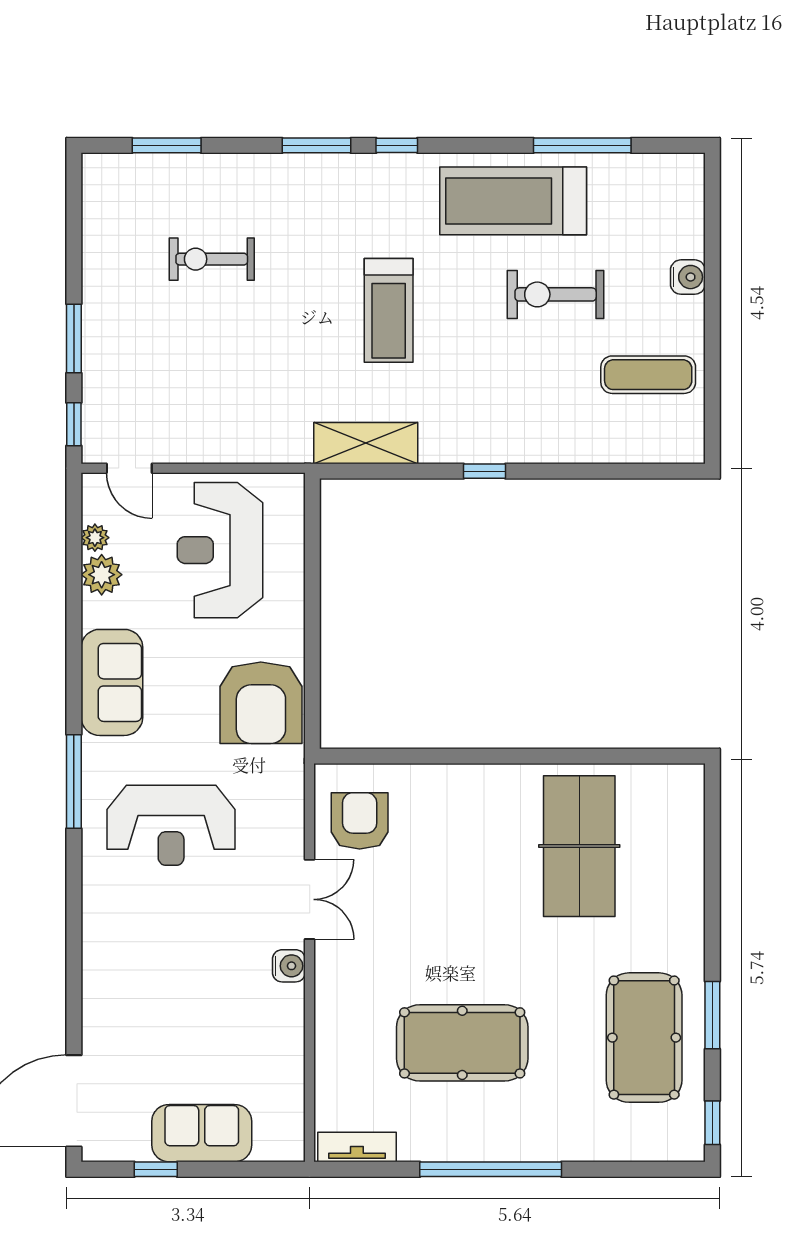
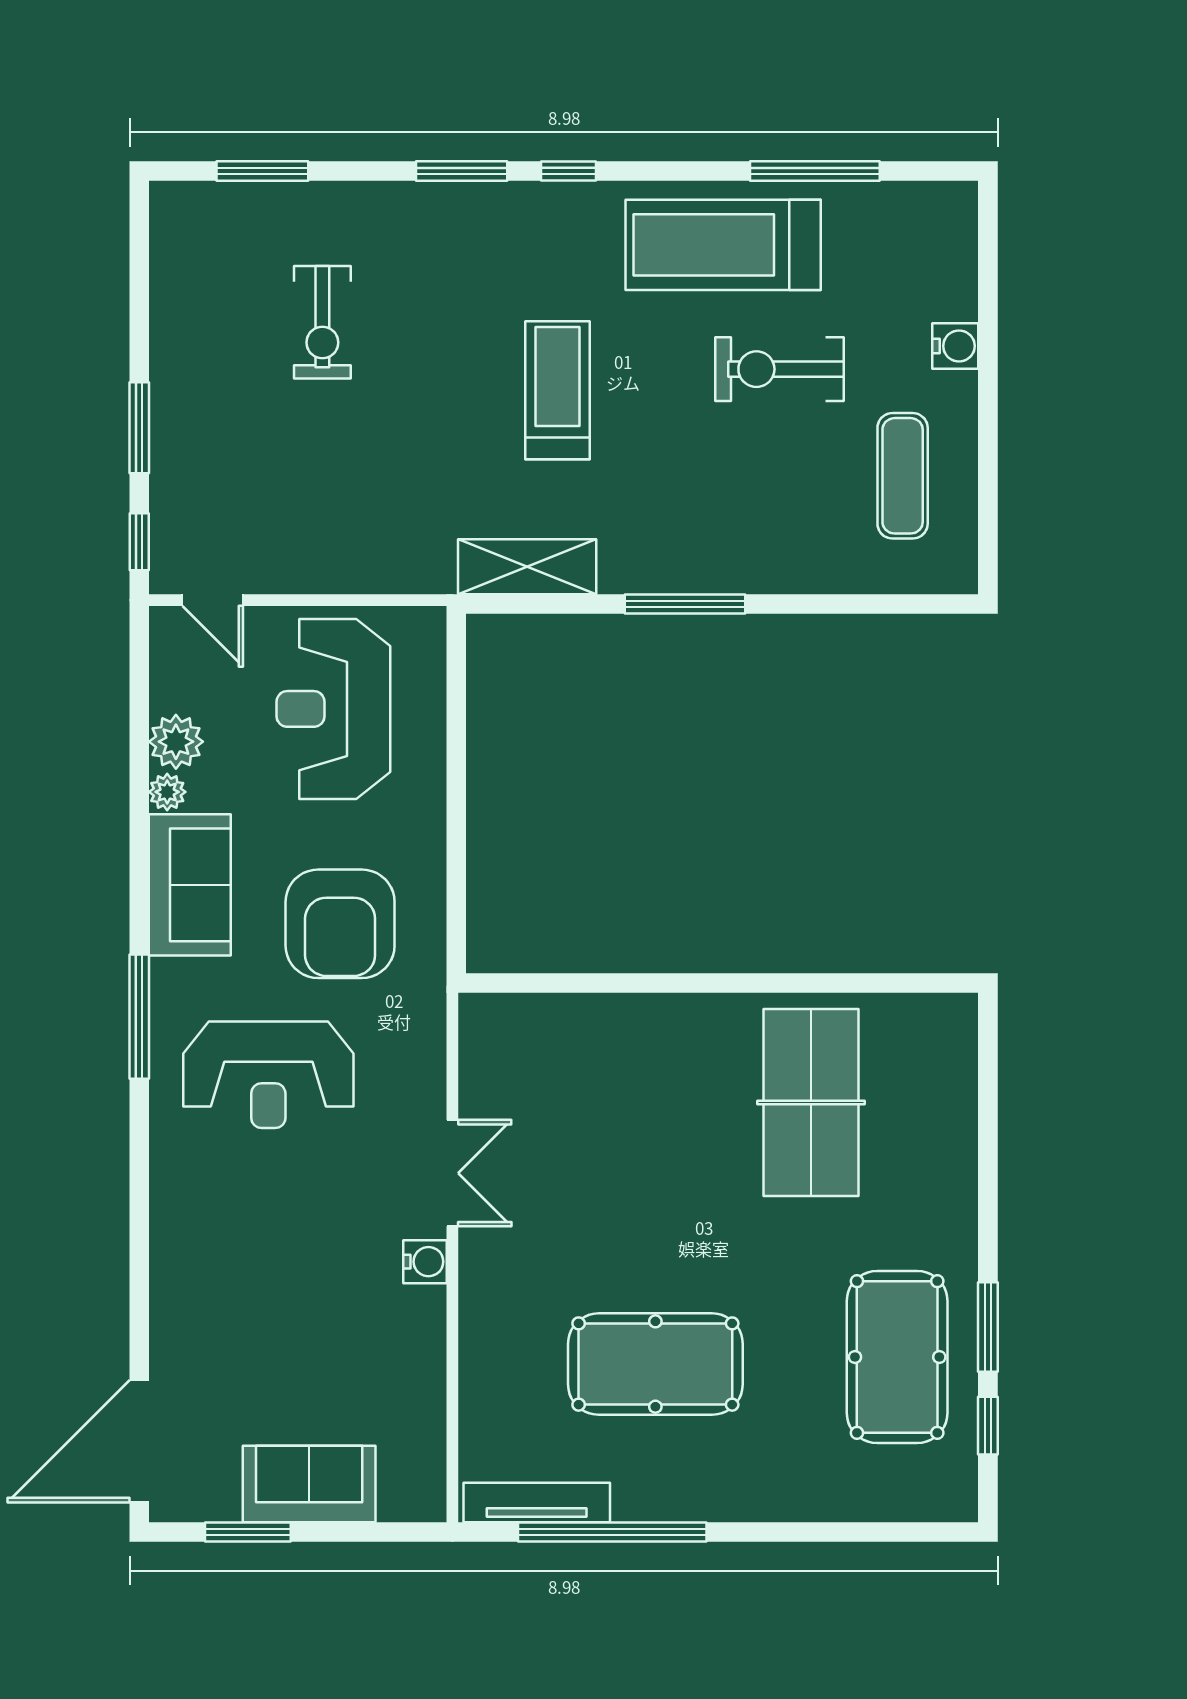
exercise bike: (212, 259) -> (322, 322), turned -90
treadmill: (389, 310) -> (558, 390), turned 180
exercise mat: (648, 375) -> (903, 476), turned 90
window: (484, 471) -> (685, 604), width x2.17
plant: (95, 538) -> (167, 792), moved
armchair: (261, 703) -> (340, 924), moved
armchair: (360, 821) -> (519, 1069), removed
window: (712, 1123) -> (988, 1426), moved
tv unit: (357, 1147) -> (537, 1503), width x1.41
window: (156, 1169) -> (248, 1532), width x1.50
window: (491, 1169) -> (612, 1532), moved

